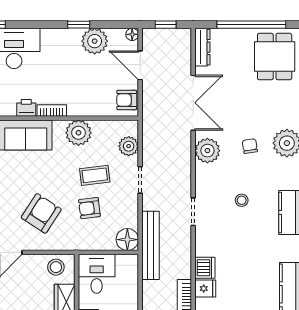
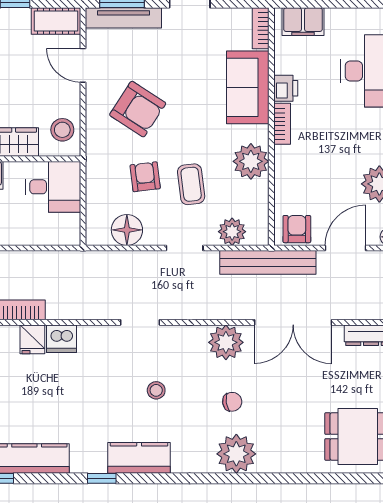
floor lamp: (127, 240) -> (127, 230), moved
bench: (151, 245) -> (268, 262), moved

